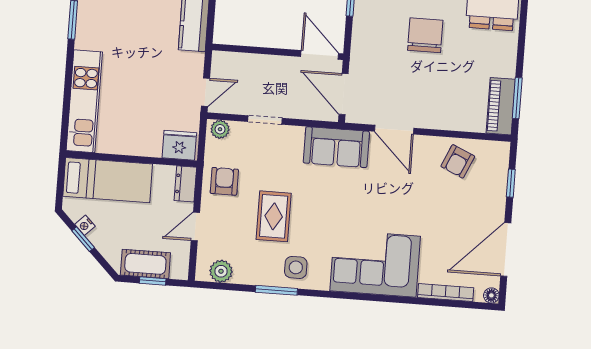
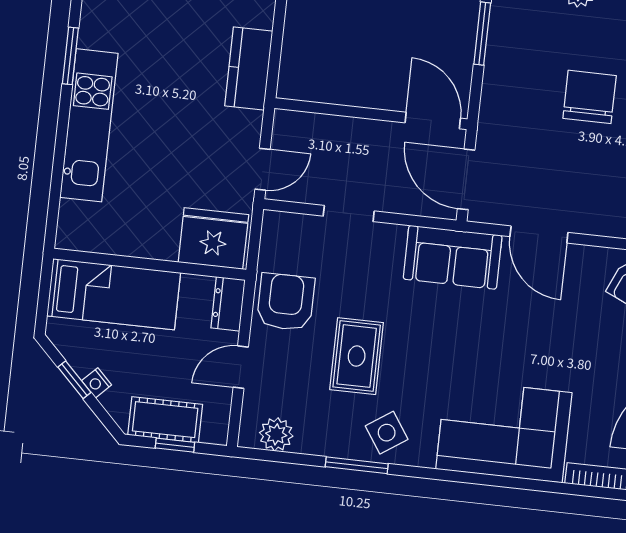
kitchen unit: (84, 101) -> (89, 125), moved
plant: (220, 129) -> (282, 225), removed
fridge: (179, 145) -> (213, 239), width x1.36, depth x1.34
armchair: (224, 181) -> (286, 302), width x1.38, depth x1.38
nightstand: (85, 225) -> (97, 383), moved
side table: (296, 267) -> (387, 433), turned -34

